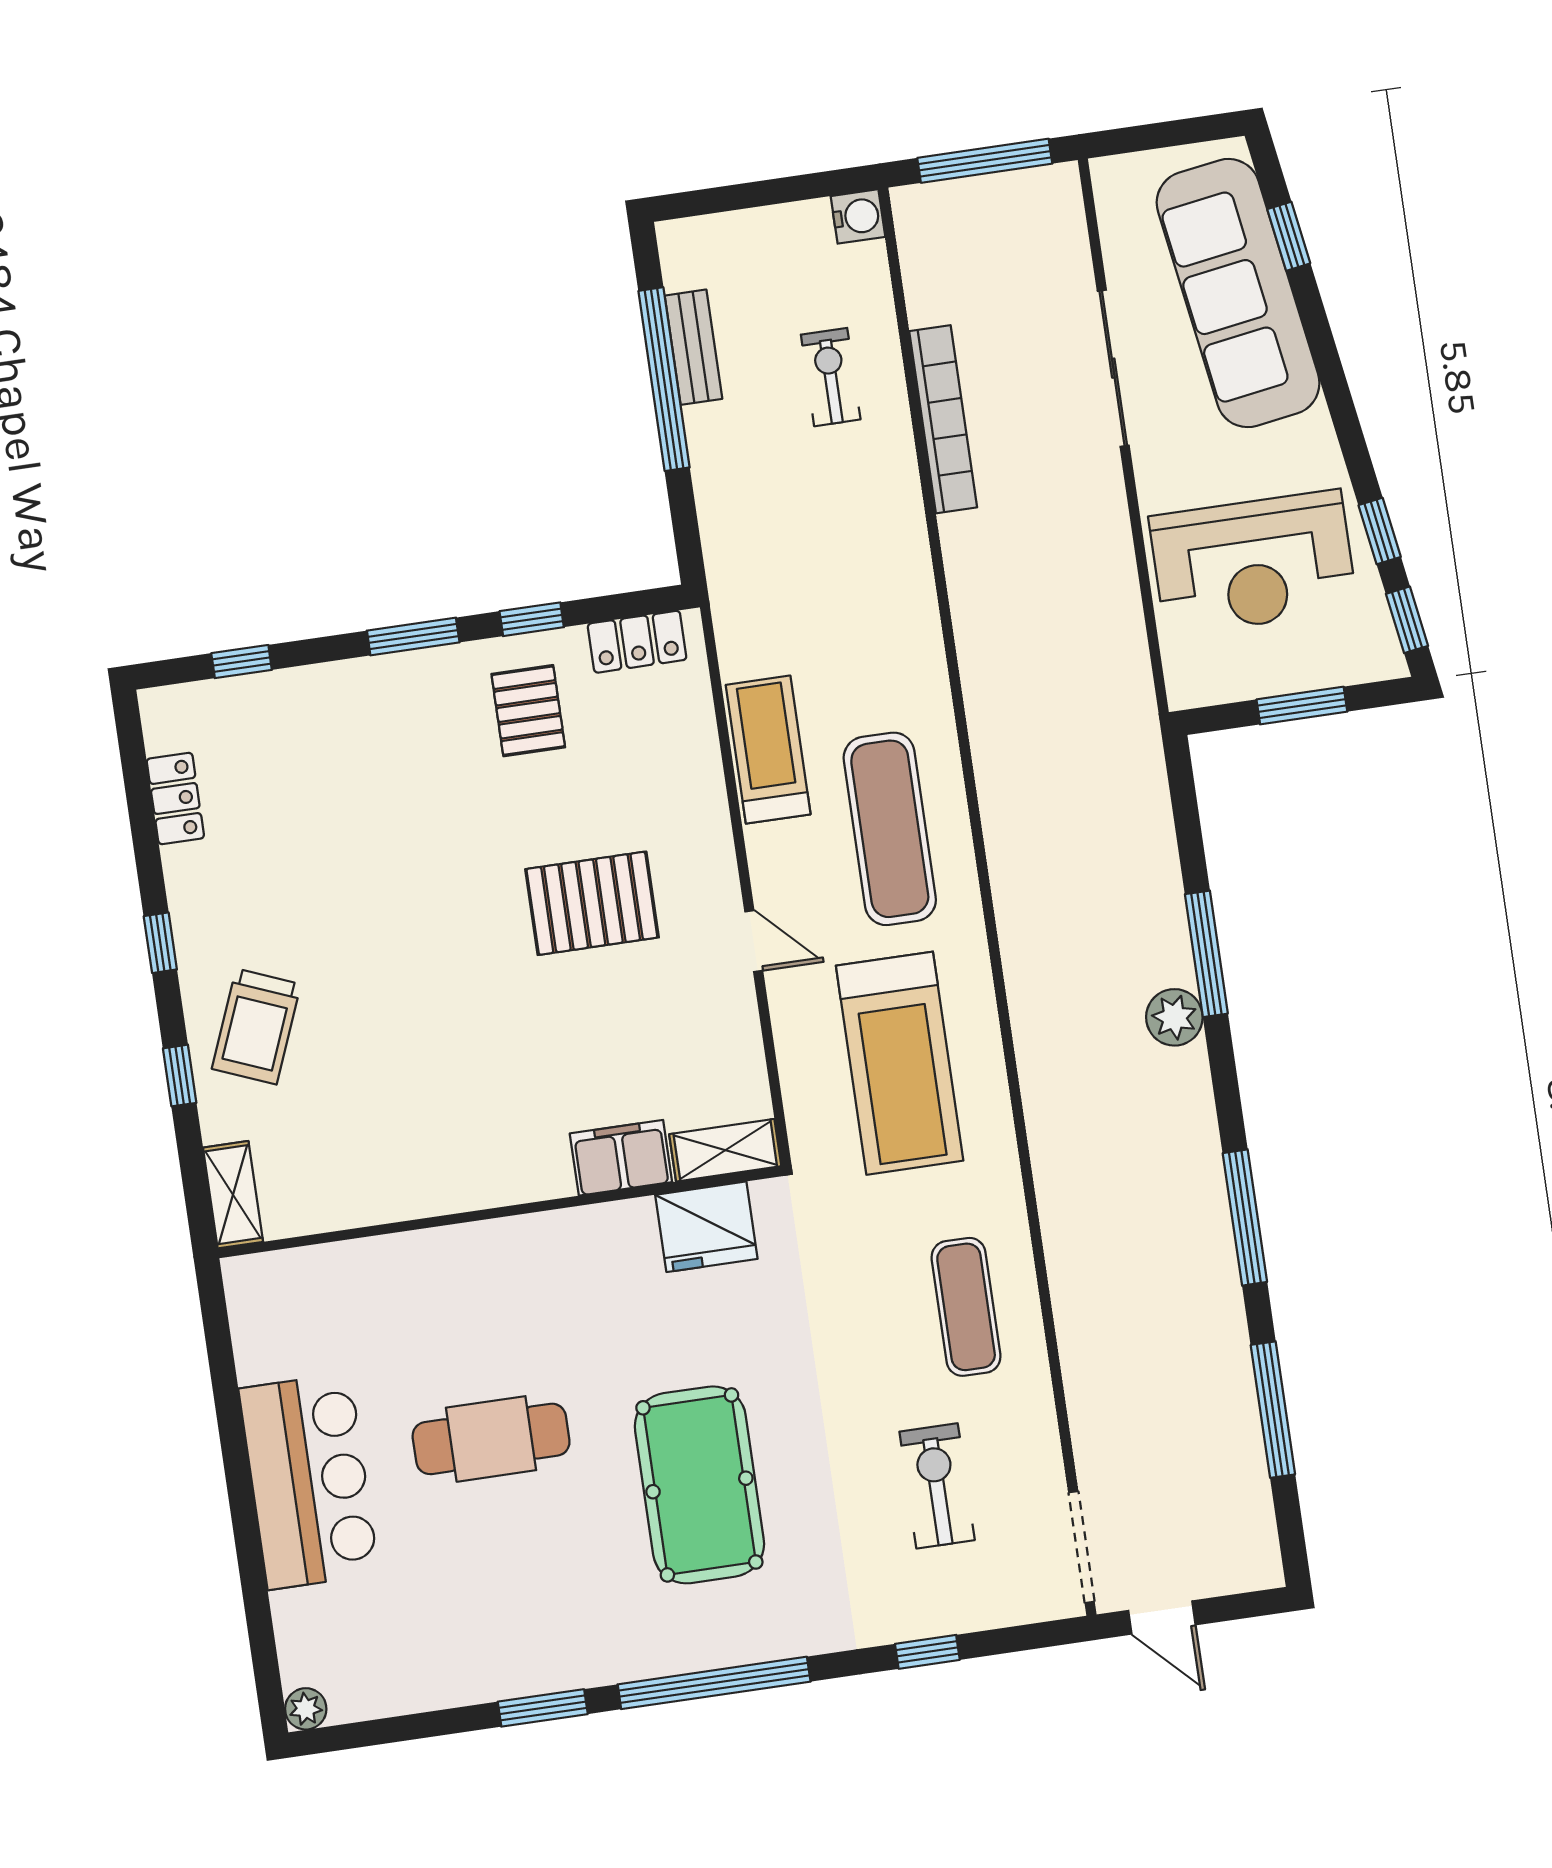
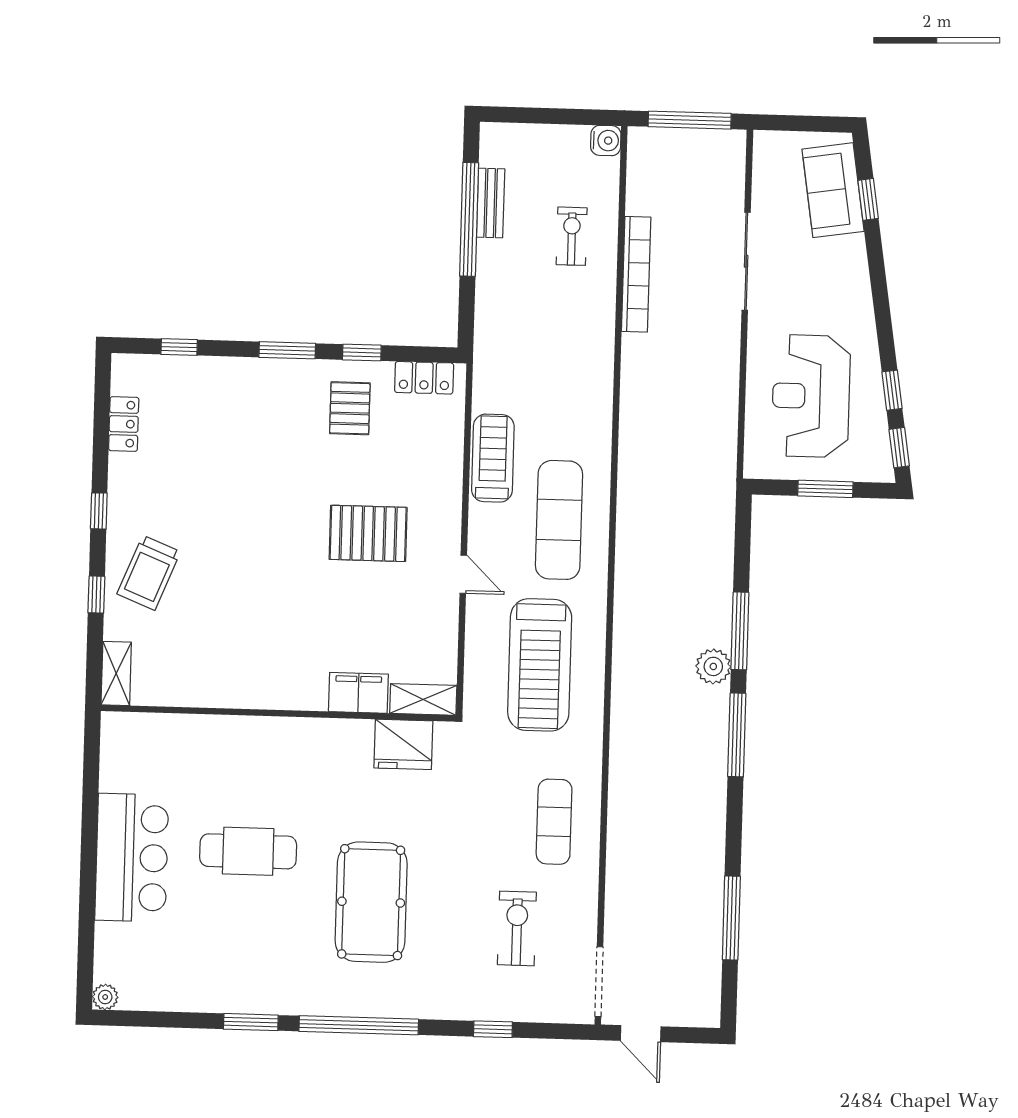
sofa: (1238, 293) -> (833, 190), width x0.54, depth x0.79
reception desk: (1253, 563) -> (811, 396), turned 90
window: (1245, 1217) -> (737, 735), moved

